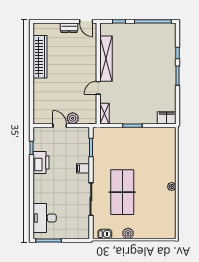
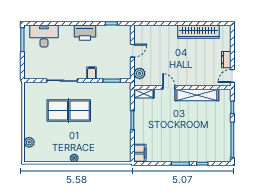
plant: (73, 118) -> (140, 73), moved
printer: (41, 163) -> (85, 33), moved
plant: (128, 233) -> (29, 142), moved
barbecue: (105, 234) -> (29, 94), removed

